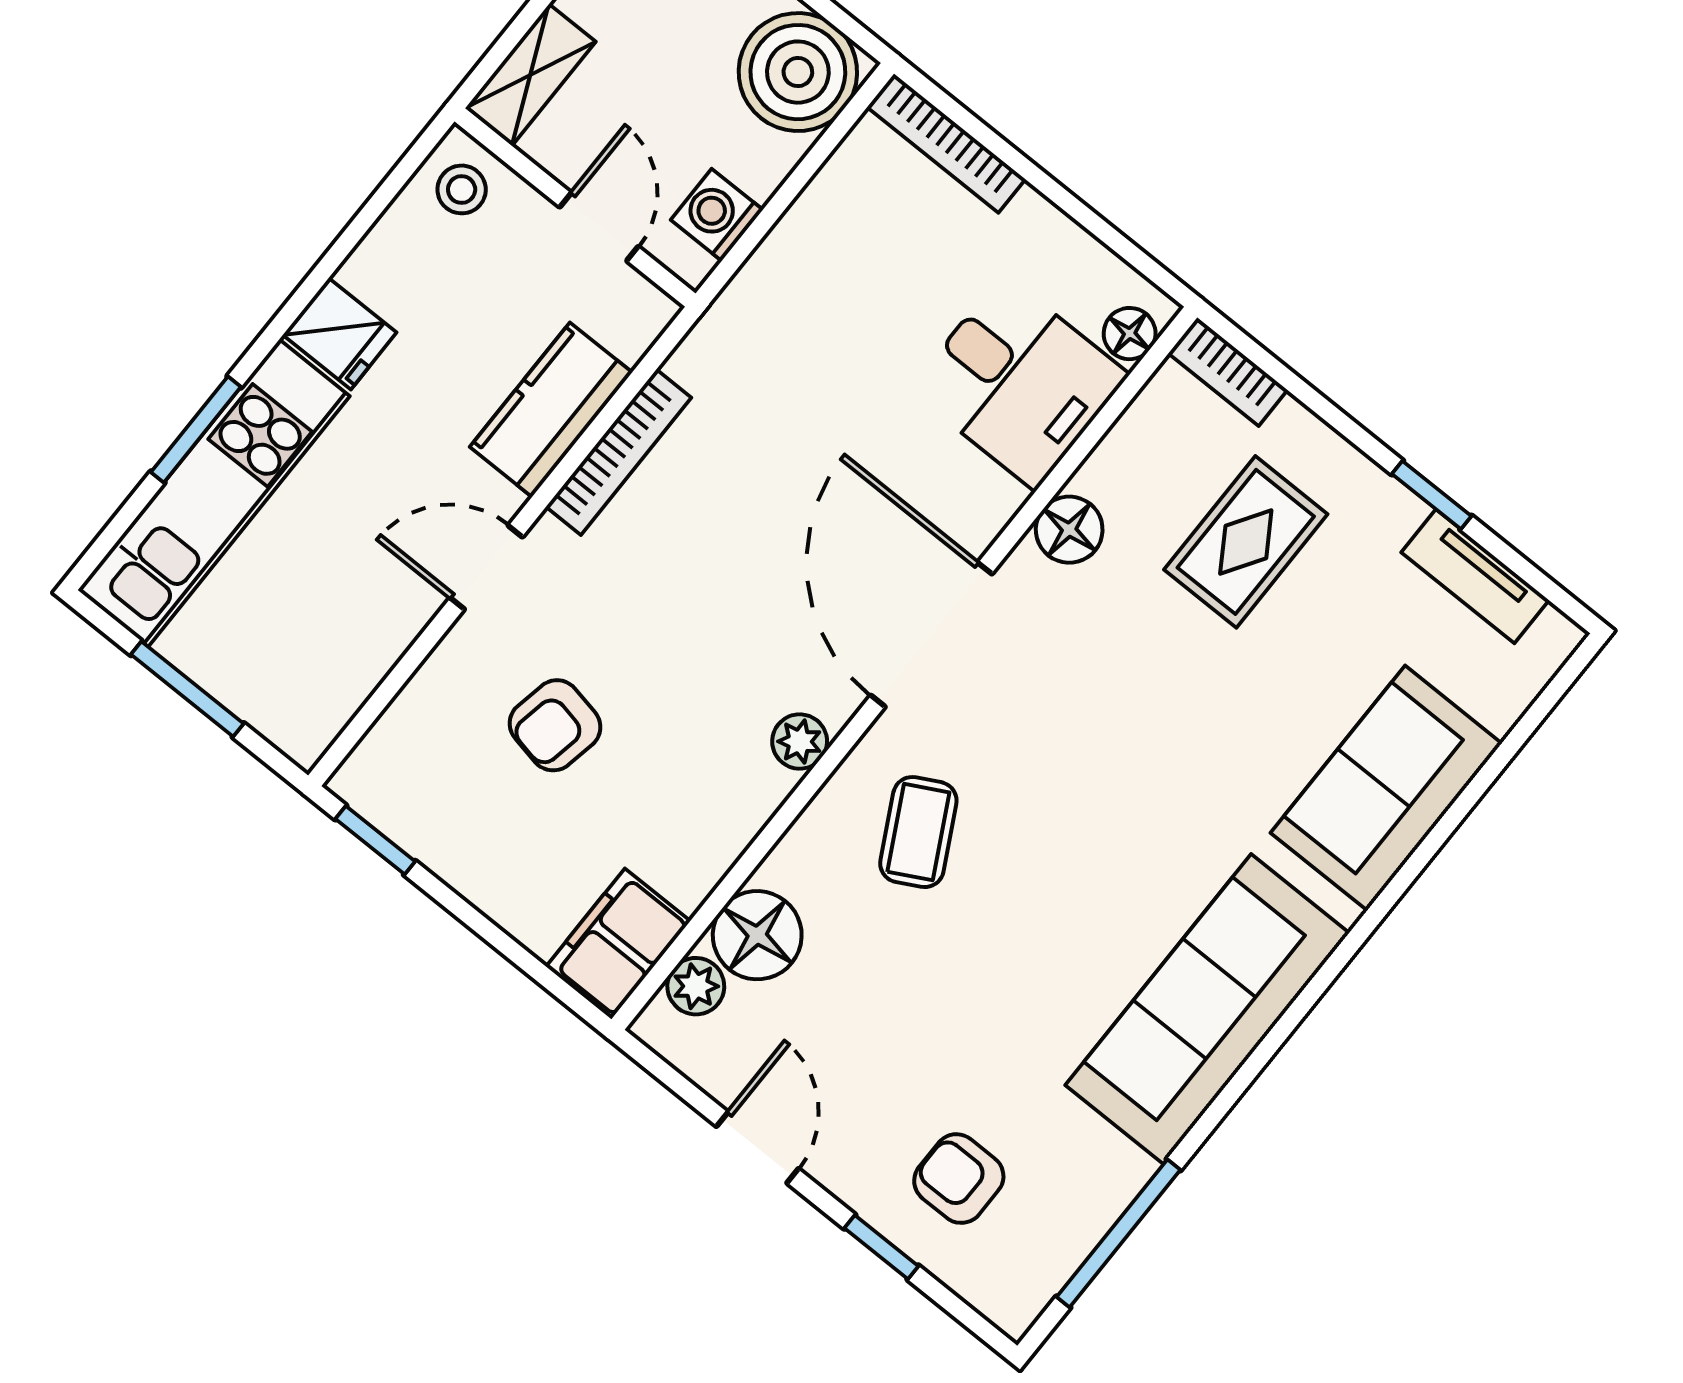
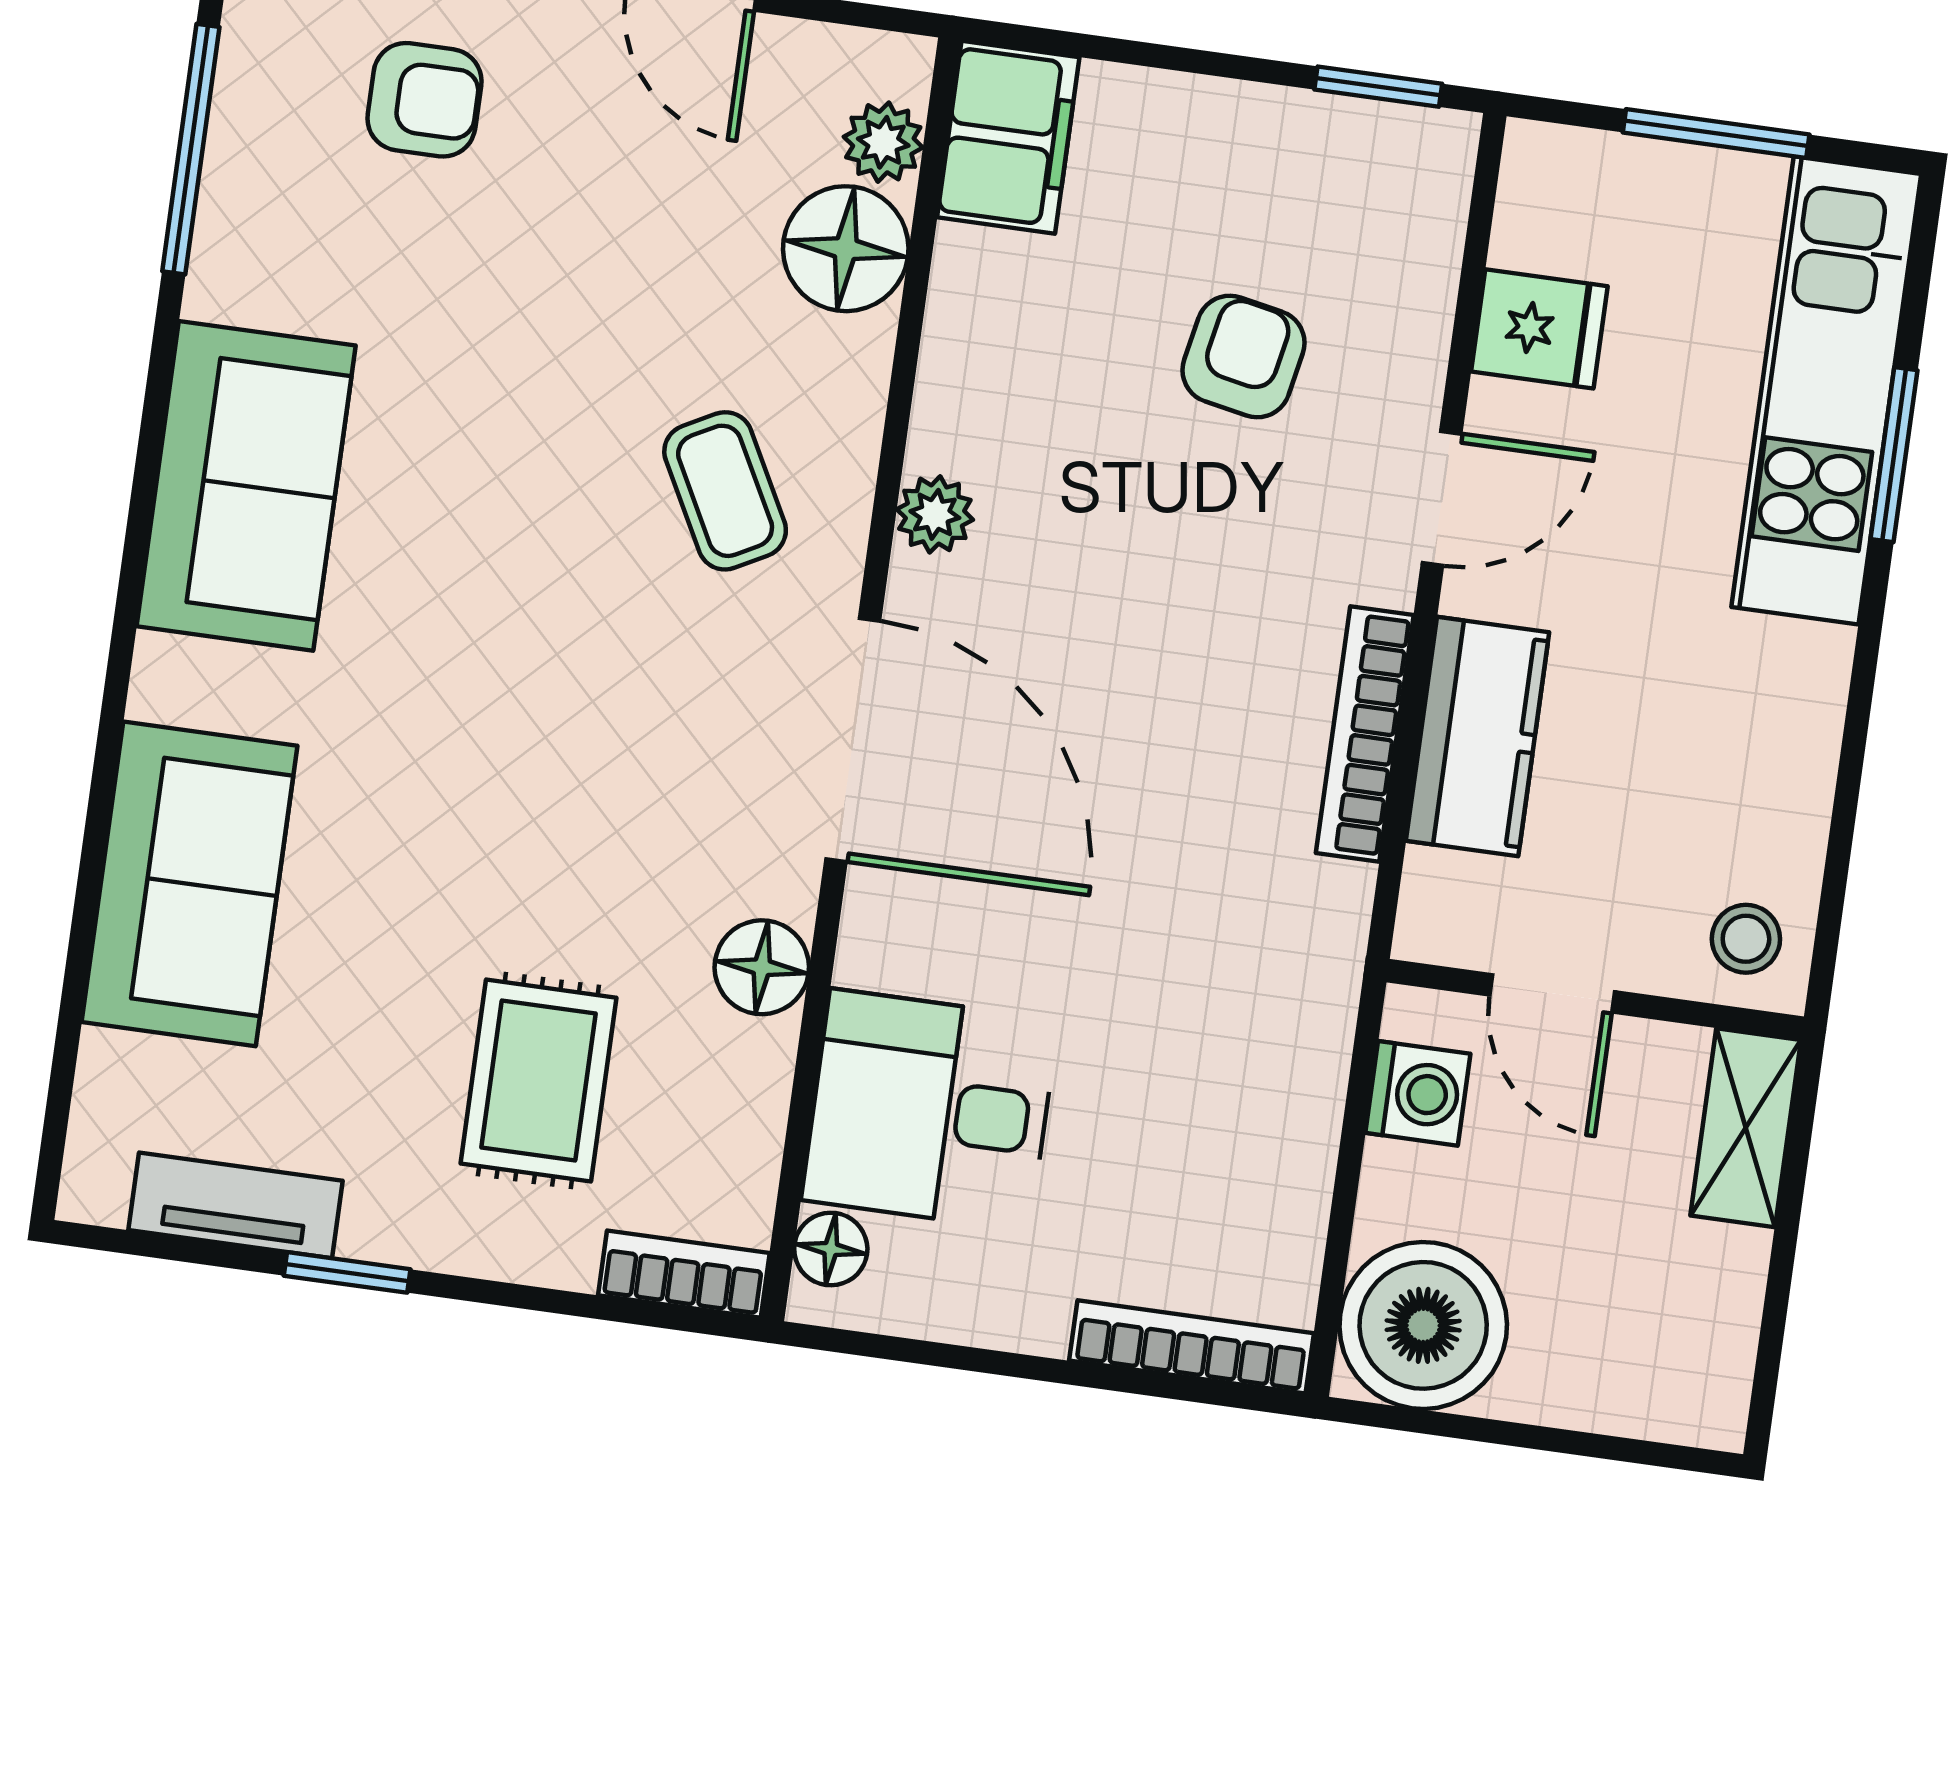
fridge: (340, 334) -> (1539, 329), moved, turned 180
sofa: (1207, 1009) -> (246, 486), width x0.73

